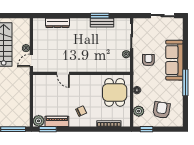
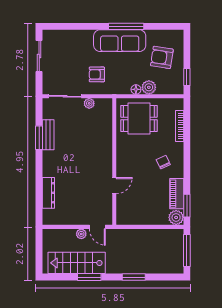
sofa: (174, 60) -> (120, 41), moved
plant: (139, 111) -> (149, 87), moved

